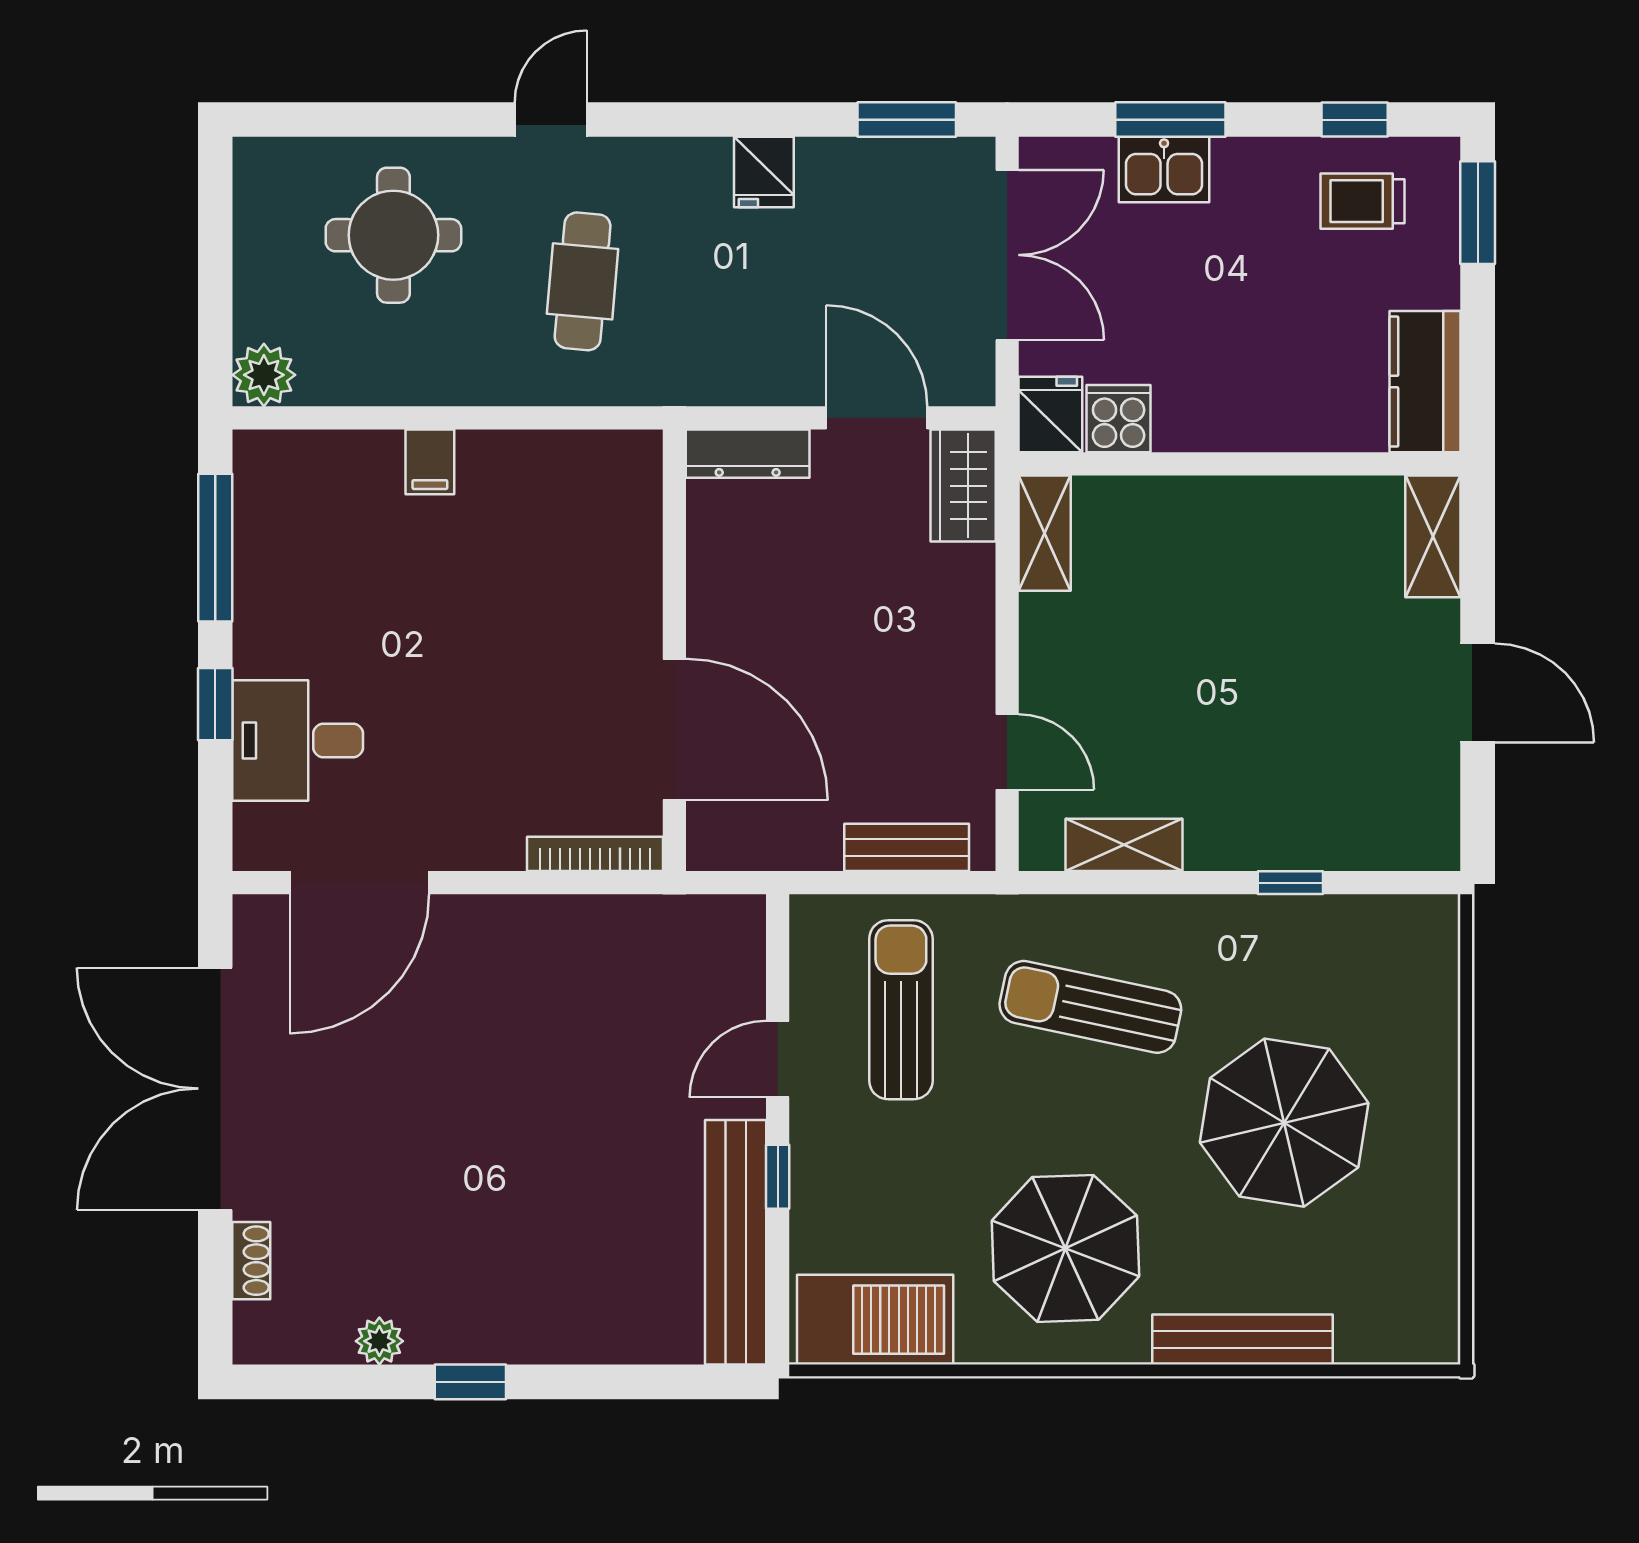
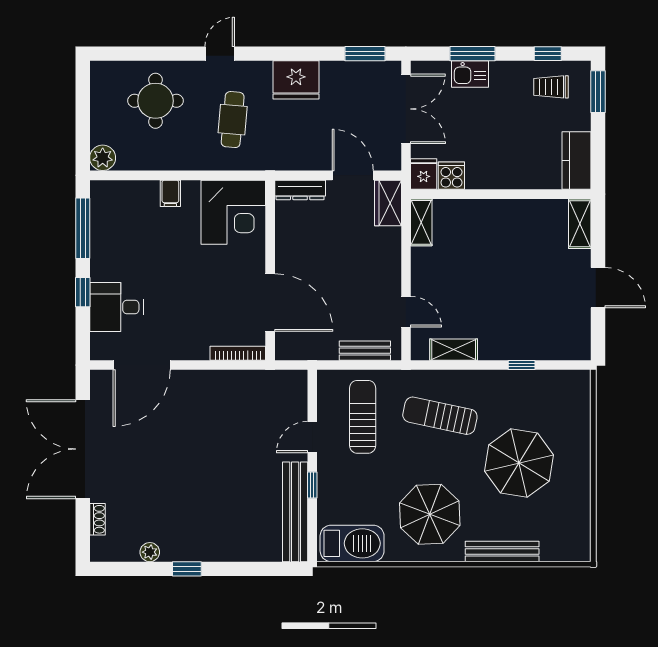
fridge: (764, 172) -> (296, 80), width x1.88, depth x1.34
corner desk: (584, 508) -> (233, 212), added

